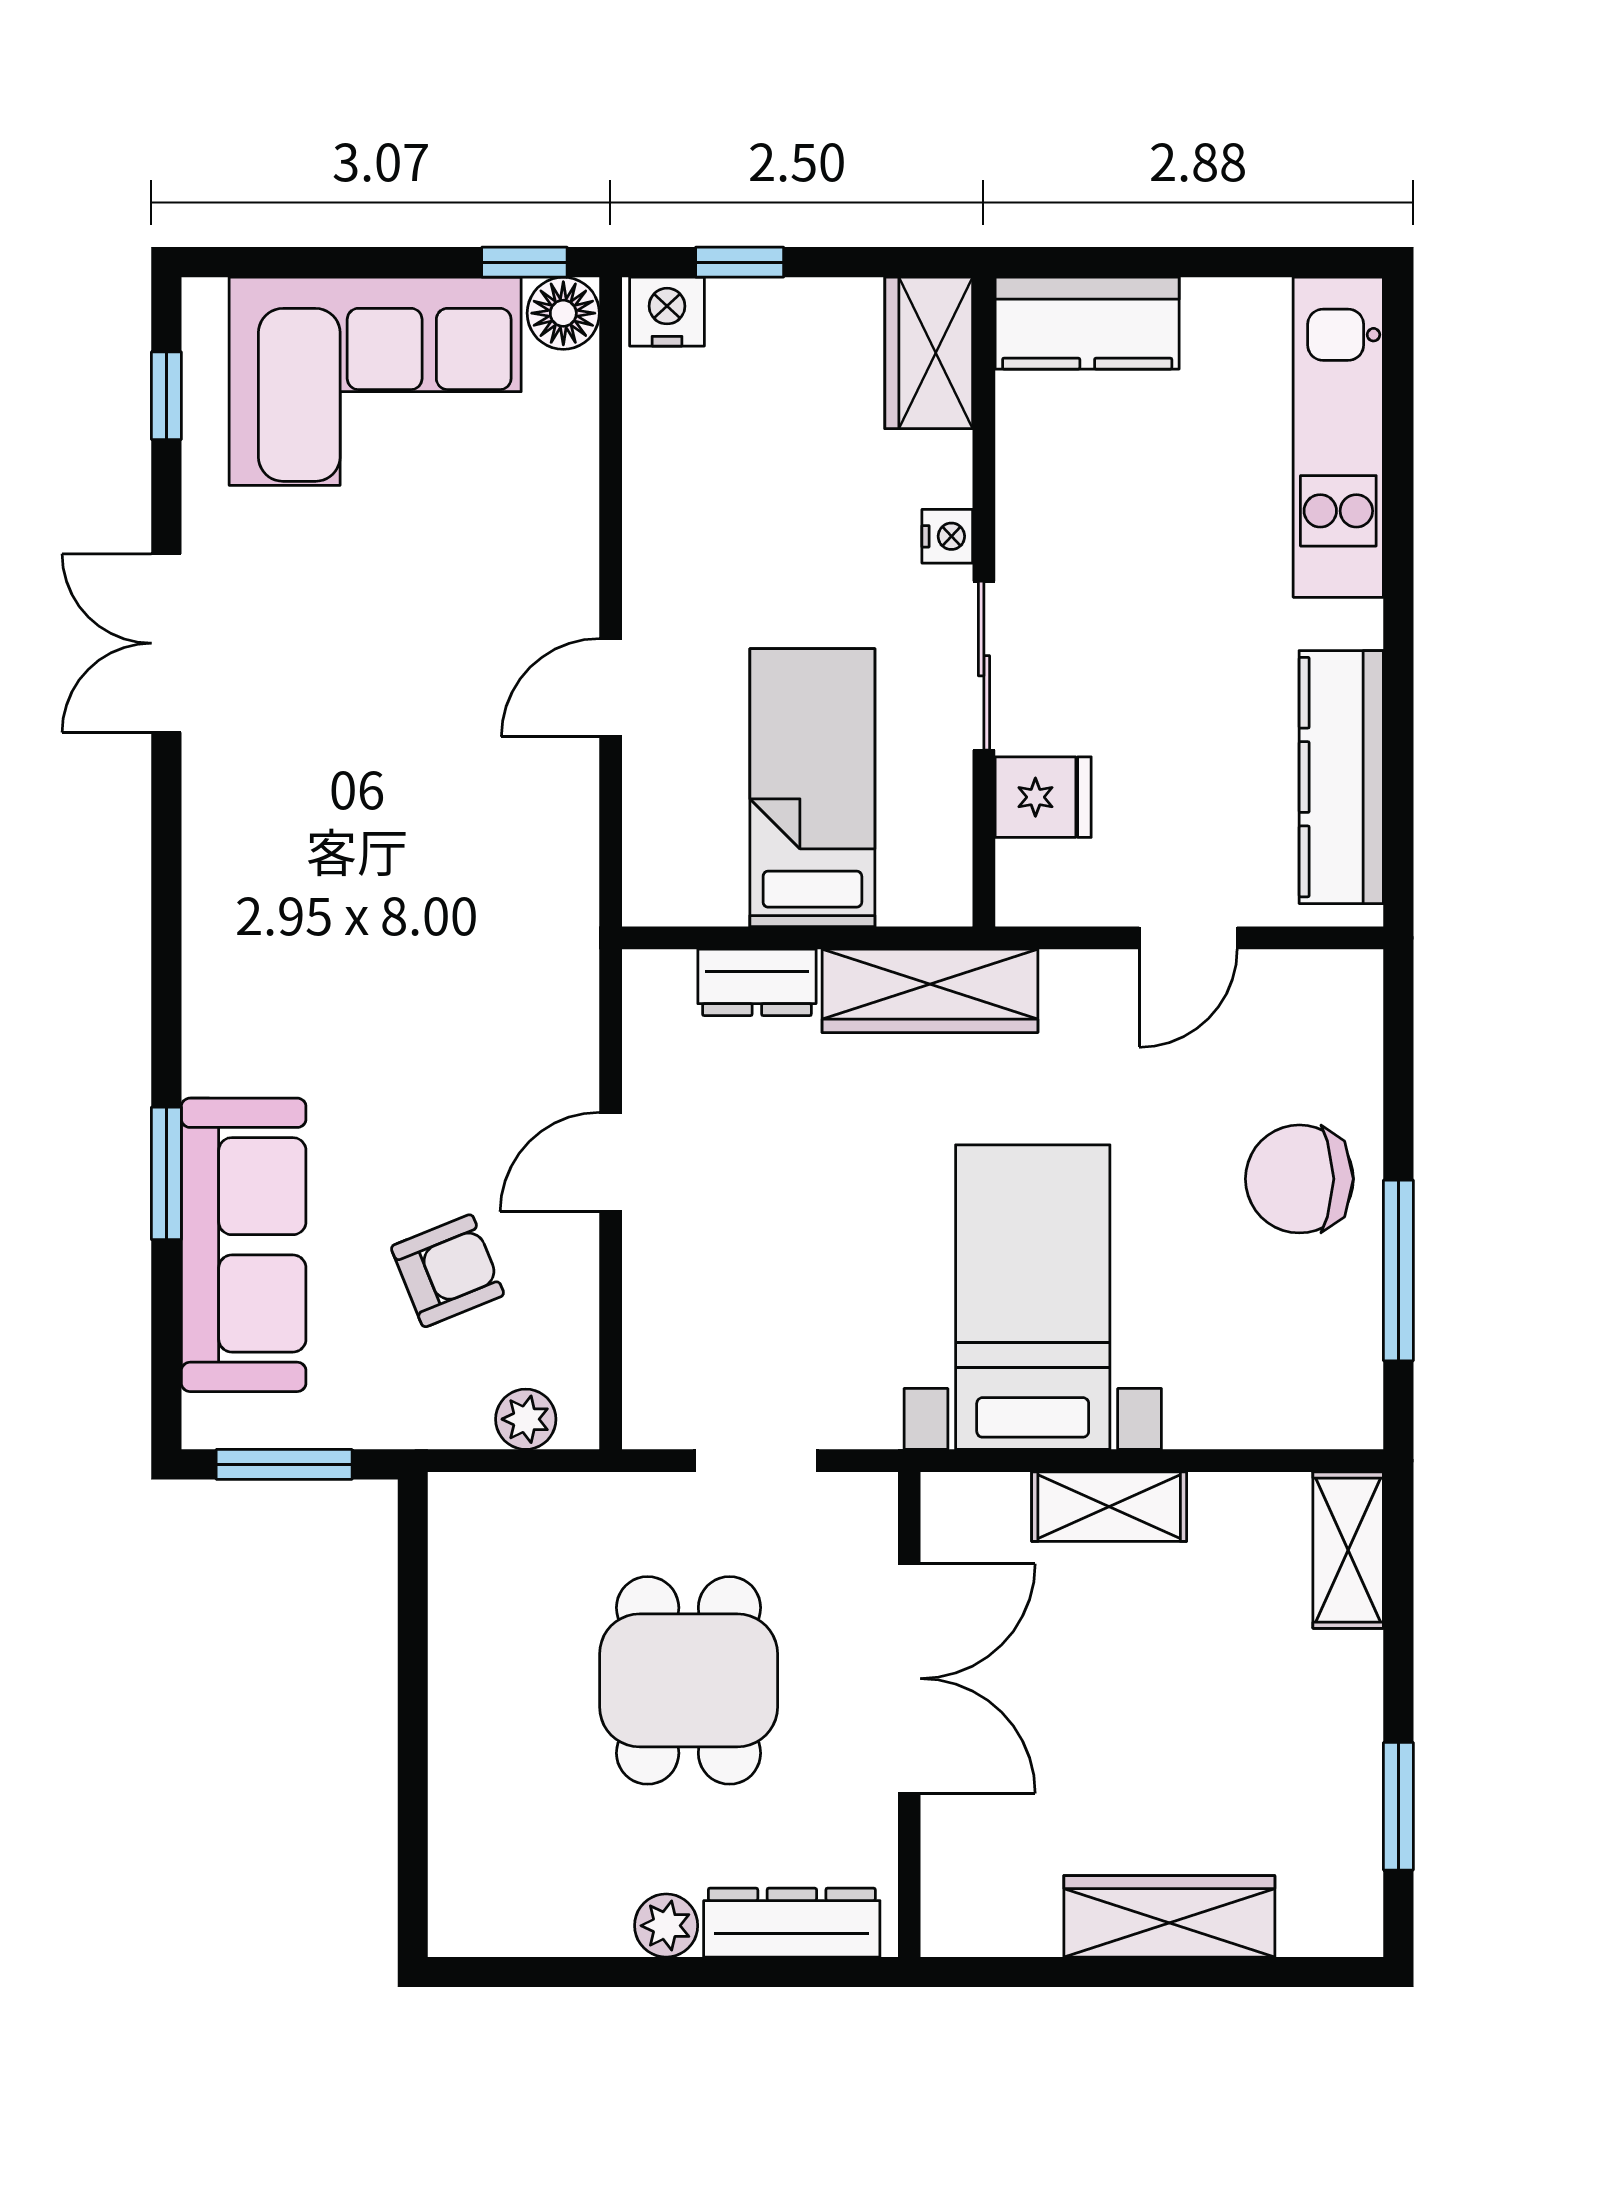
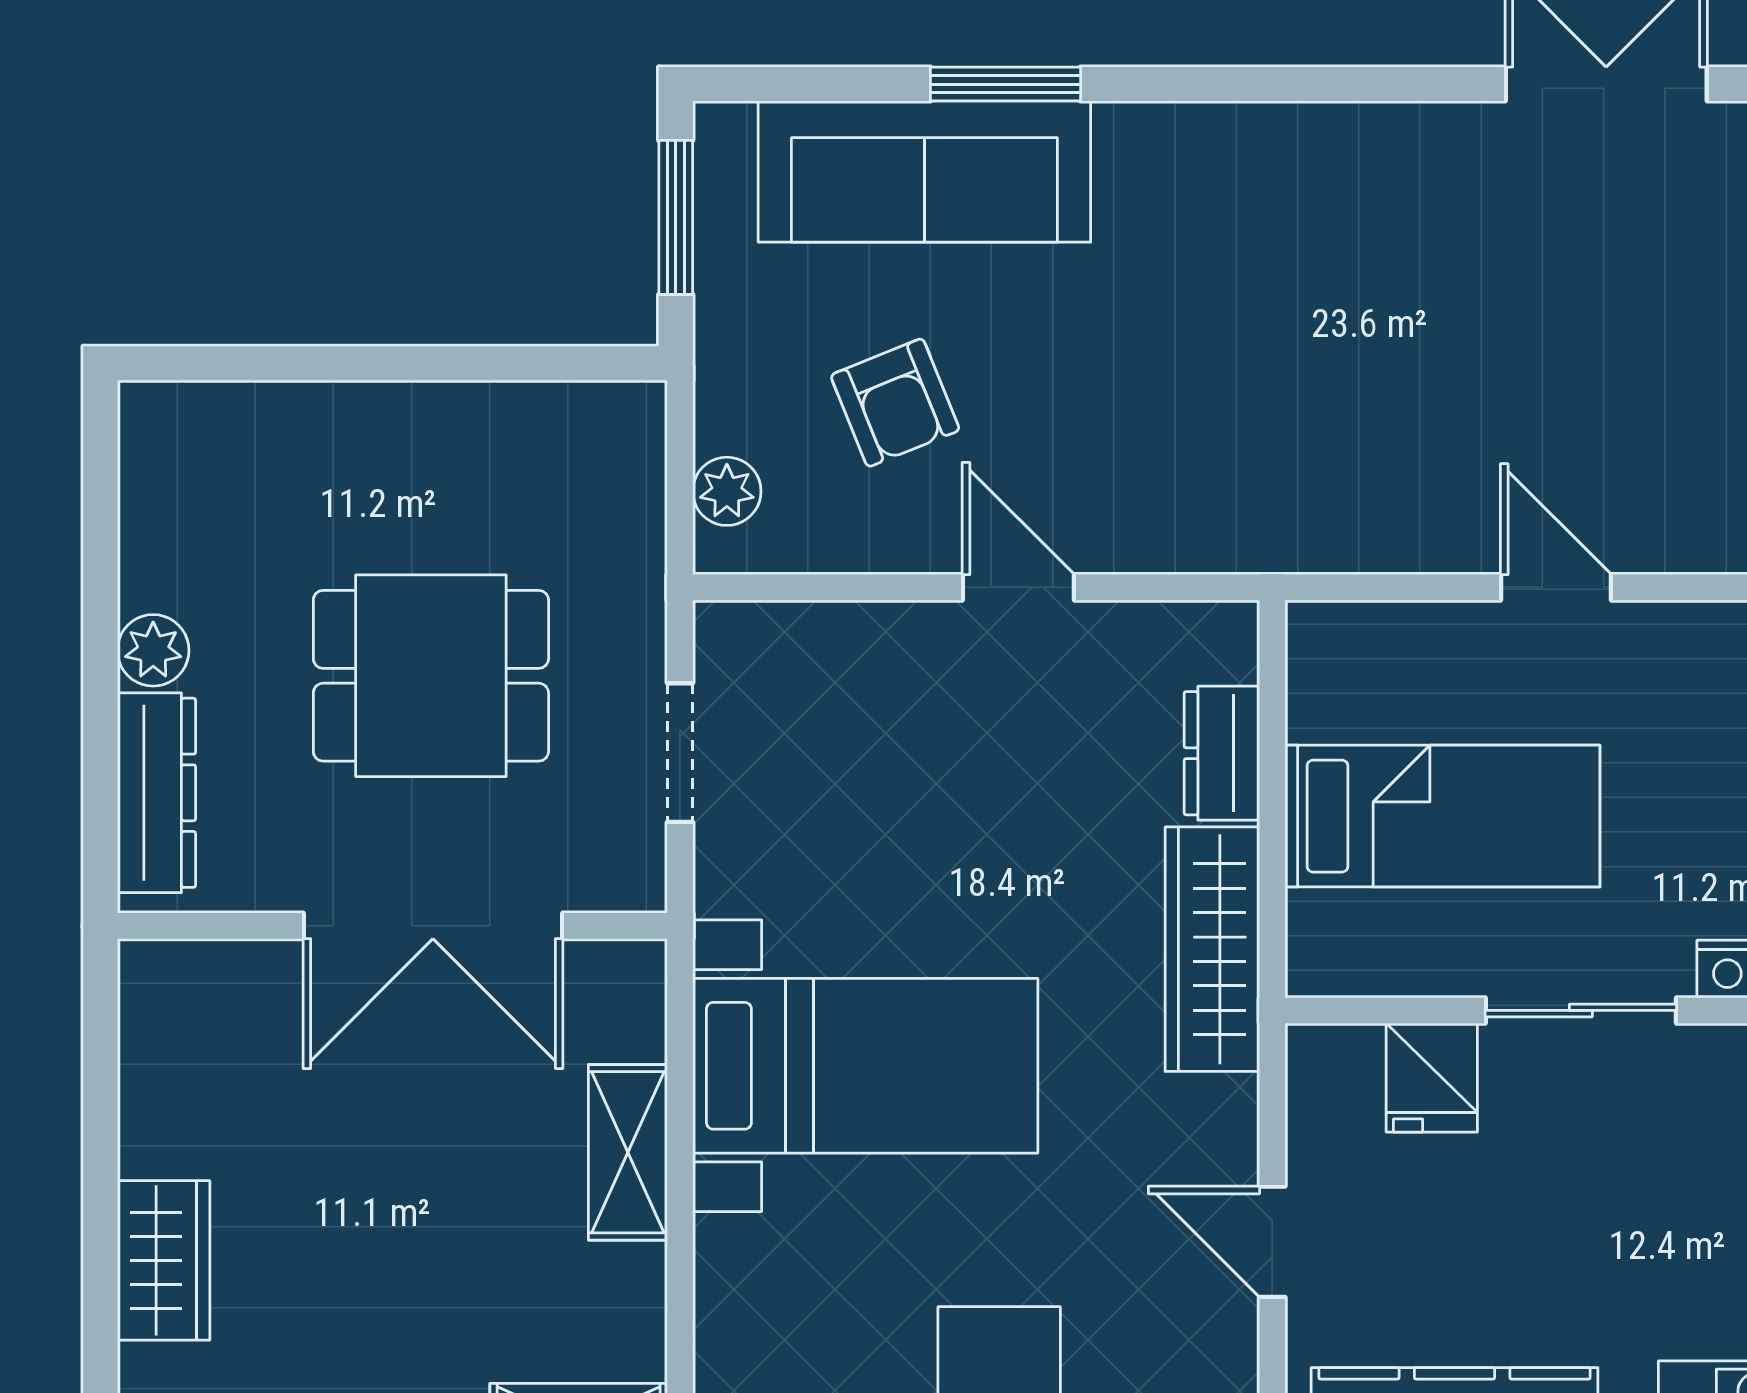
wardrobe: (1169, 1916) -> (164, 1260), width x0.67

